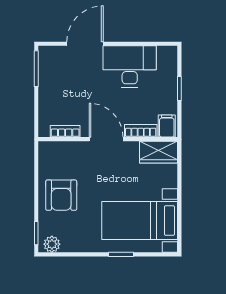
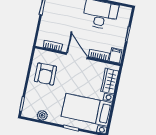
wardrobe: (159, 152) -> (110, 81), moved, turned 90
armchair: (61, 195) -> (46, 74), moved
plant: (52, 244) -> (42, 115), moved

